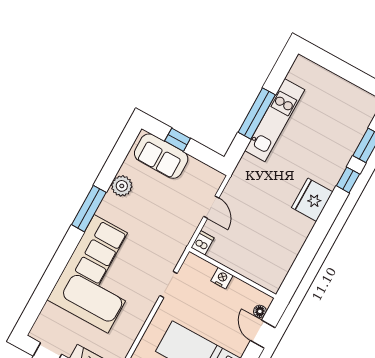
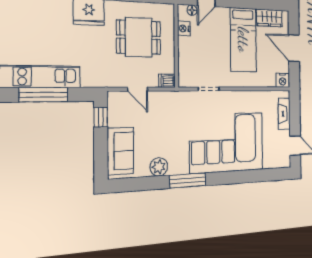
window: (178, 140) -> (101, 117), moved
door: (211, 207) -> (138, 89), swing flipped
dining table: (262, 237) -> (139, 37), added
nightstand: (222, 278) -> (184, 29), moved

